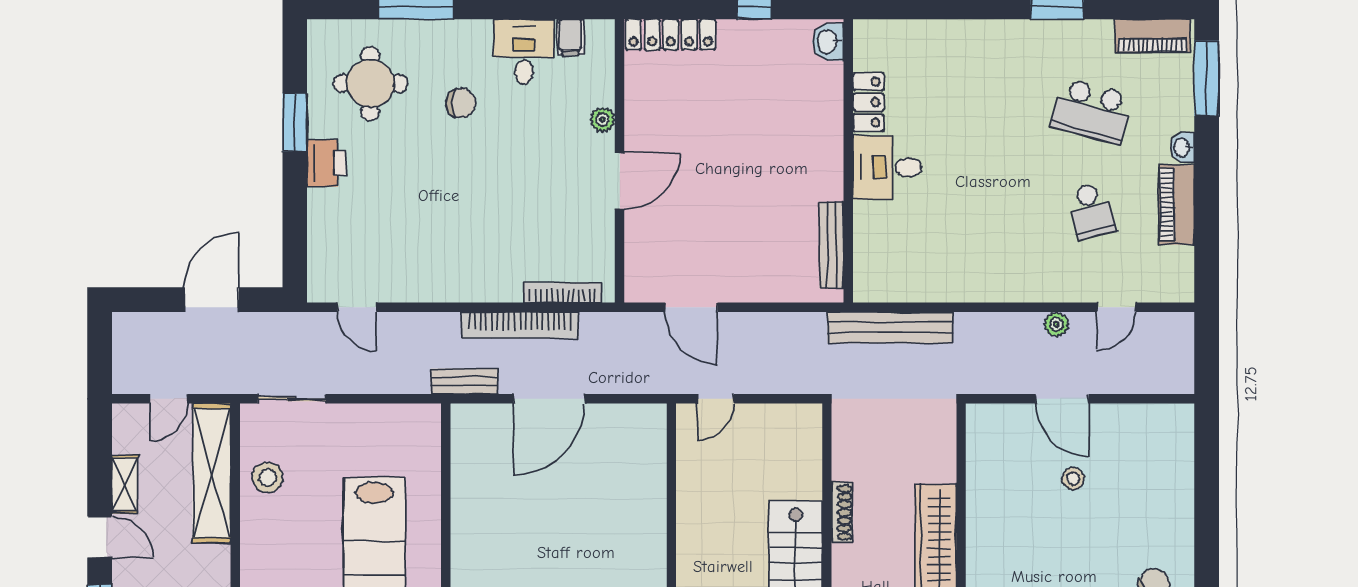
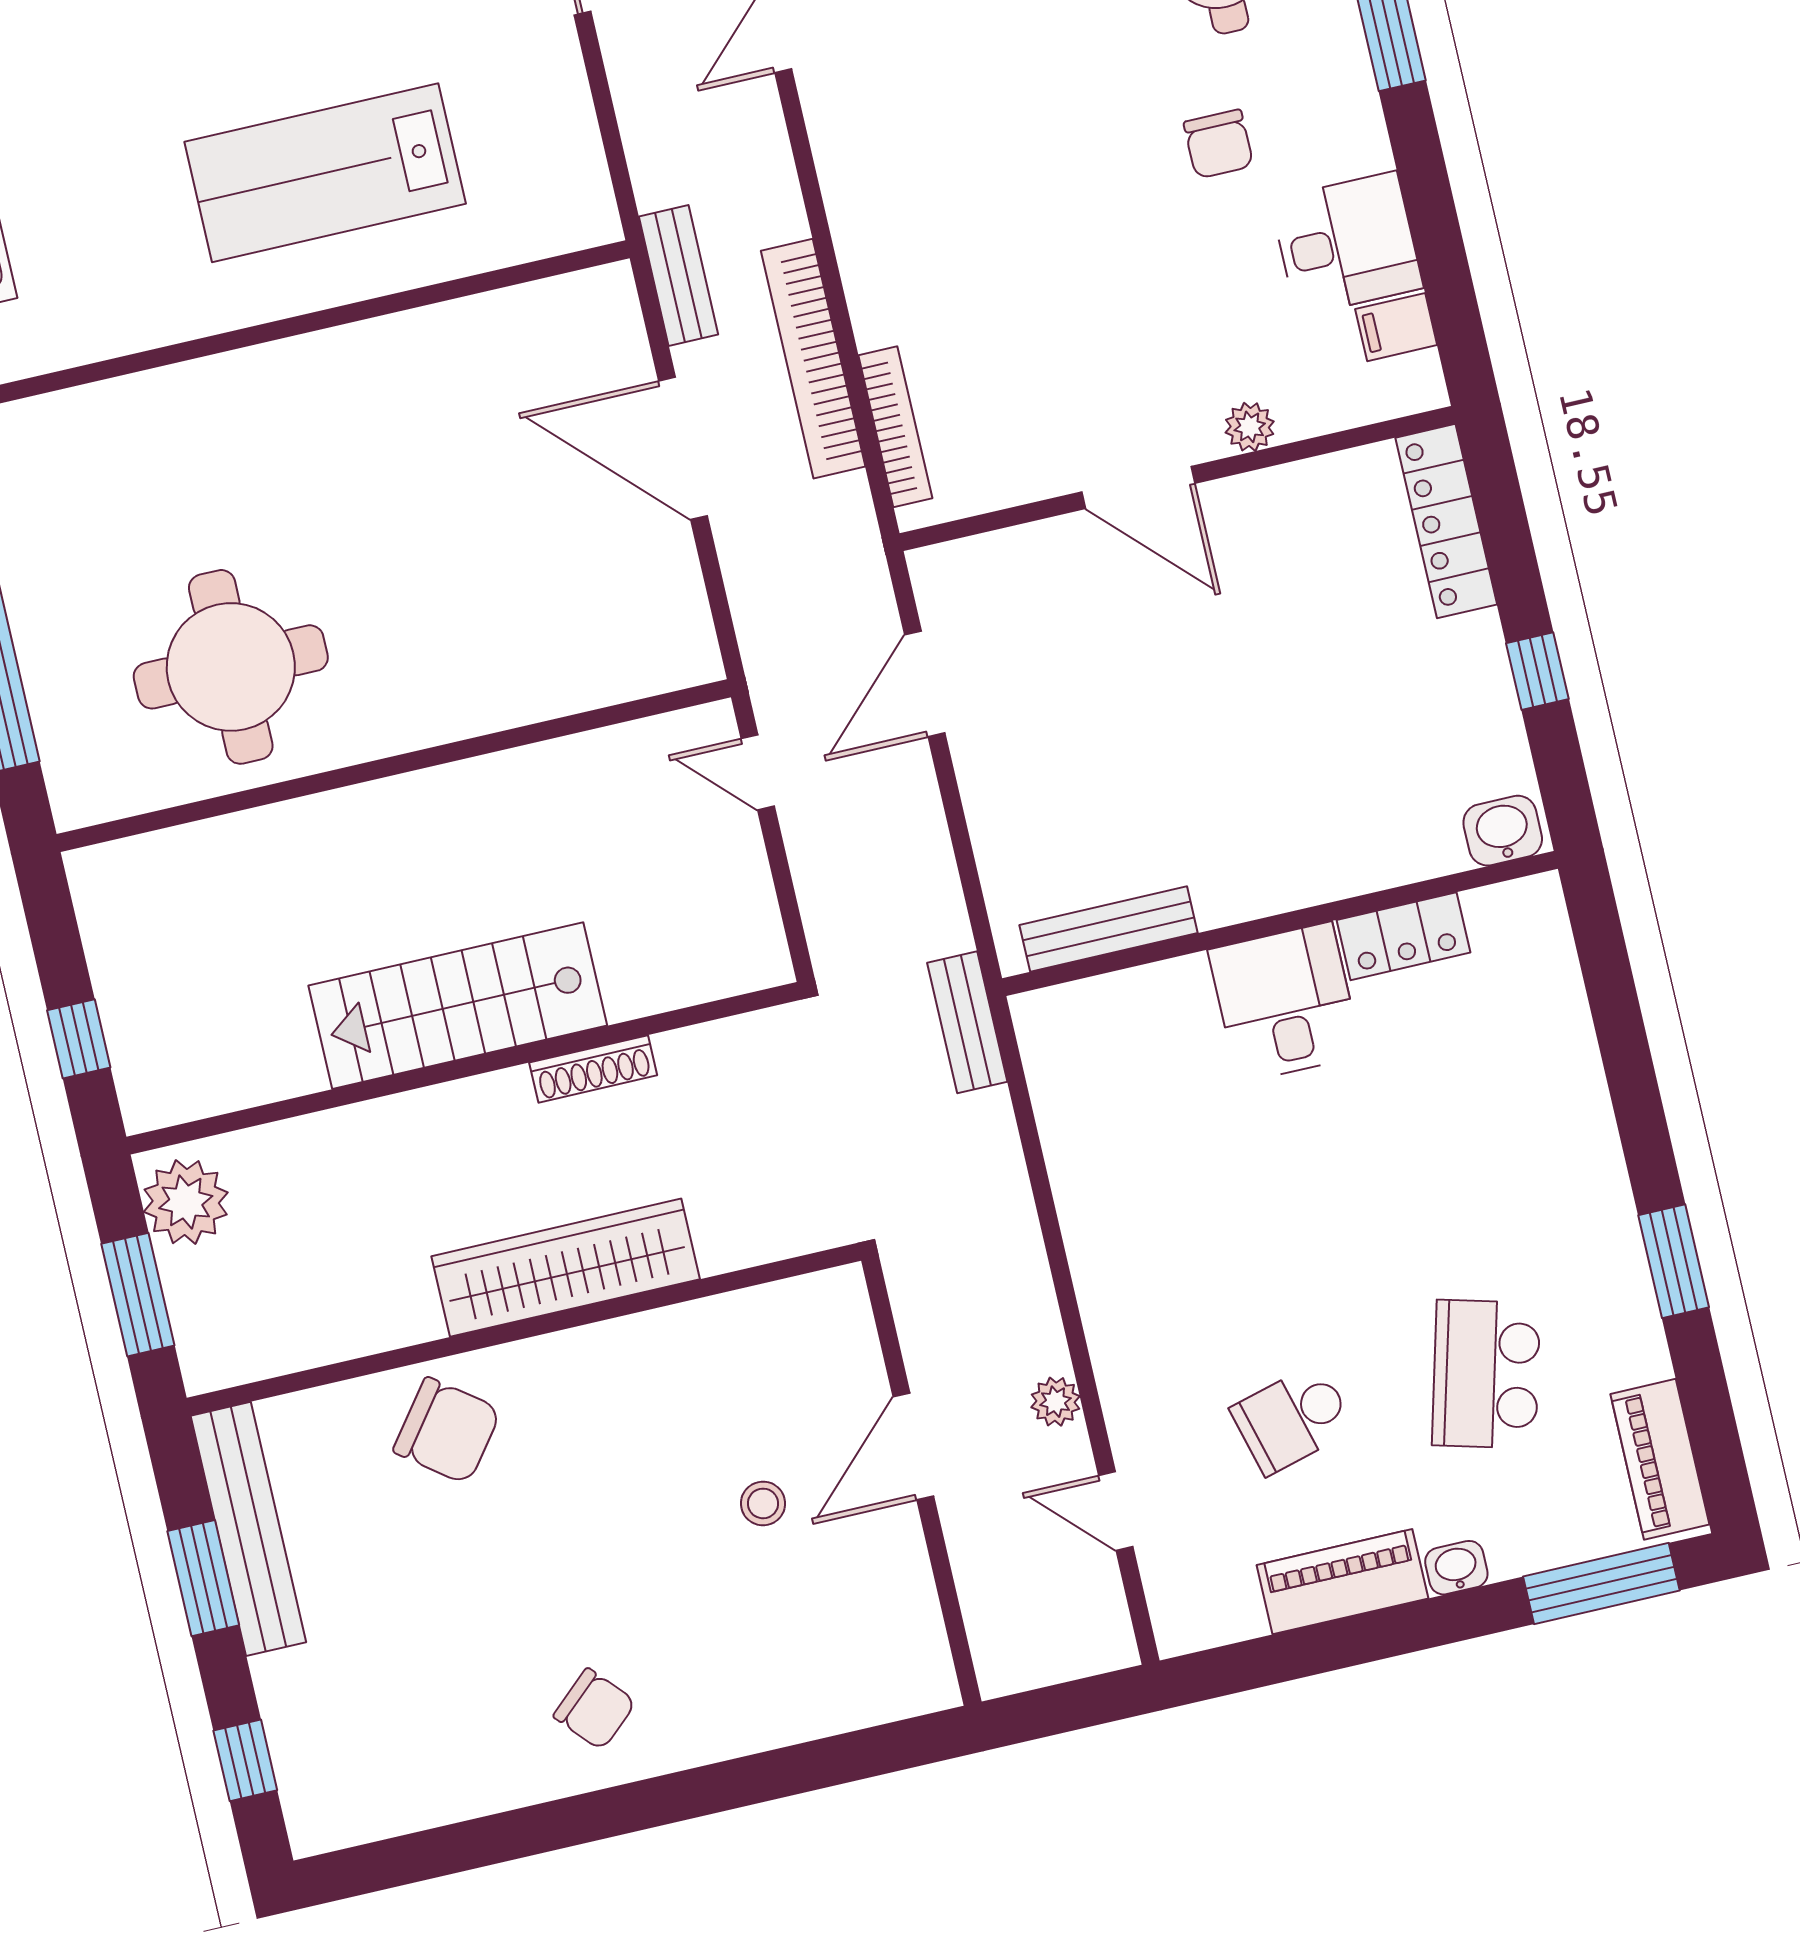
bench: (890, 327) -> (967, 1022), width x0.54, depth x0.82

